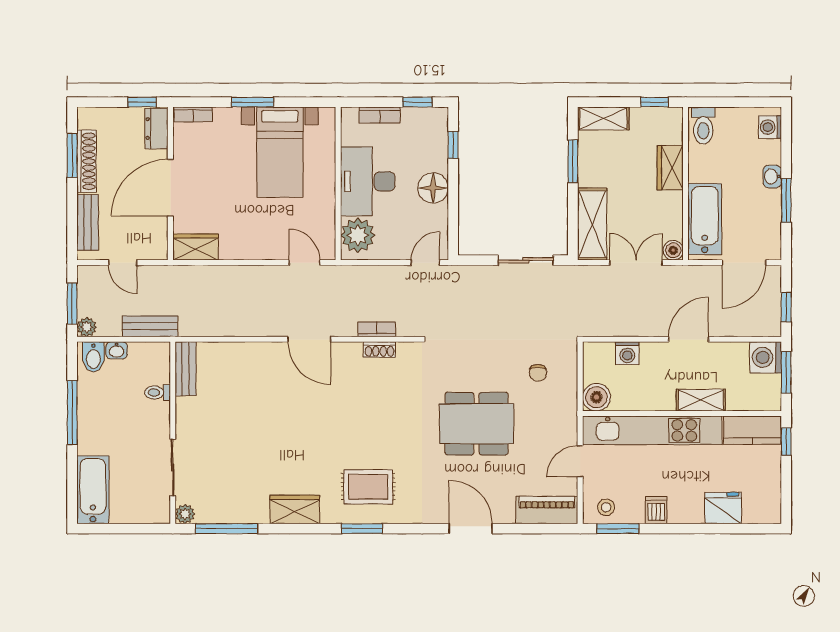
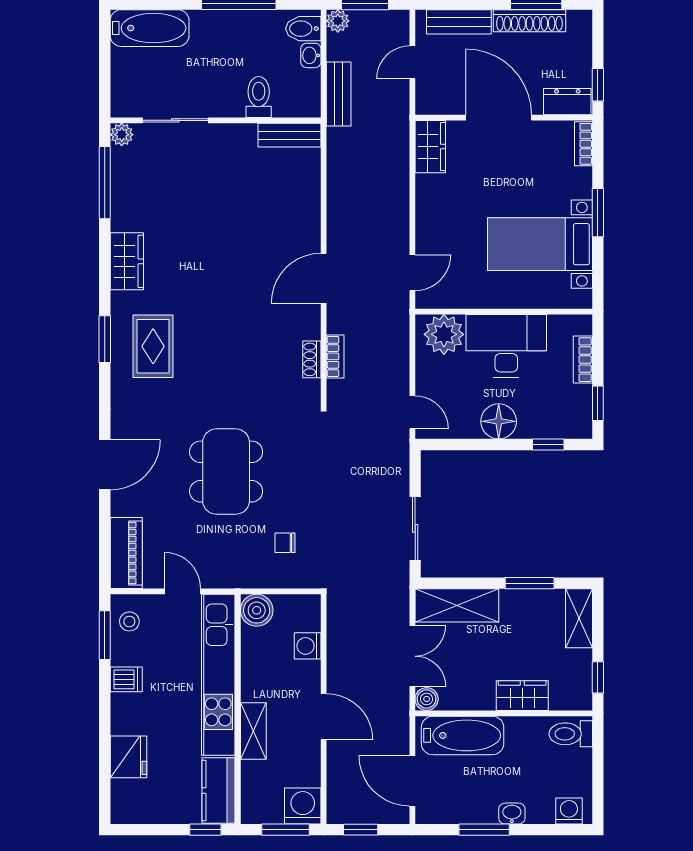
toilet: (158, 393) -> (259, 97), width x1.37, depth x1.39

